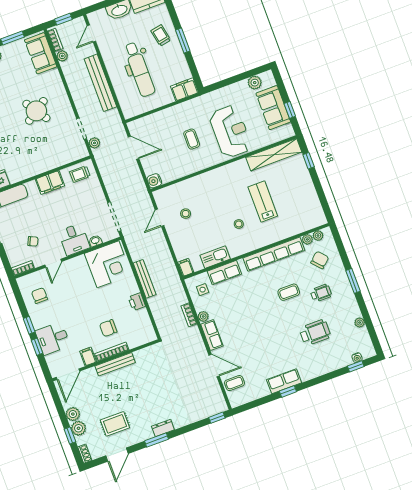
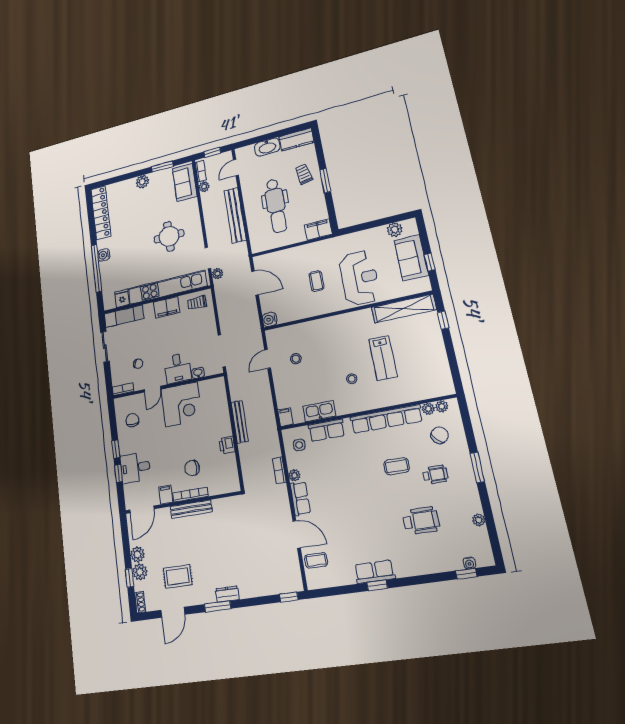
round table: (36, 111) -> (169, 236), turned 34
kitchen unit: (46, 163) -> (167, 287), added
lab bench: (263, 202) -> (383, 358), turned 180
corner desk: (108, 264) -> (182, 404), moved

